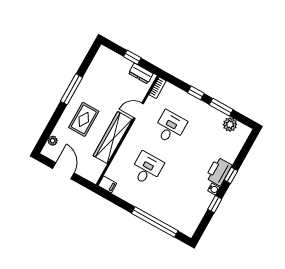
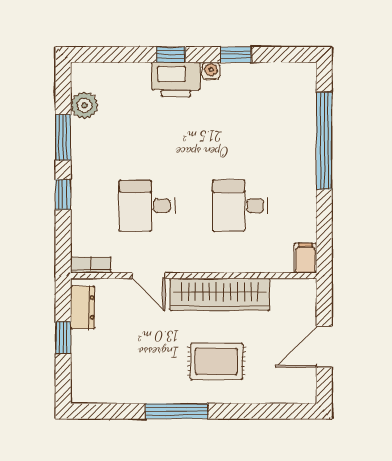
plant: (53, 141) -> (283, 394), removed

